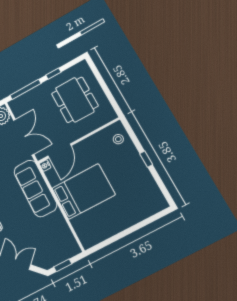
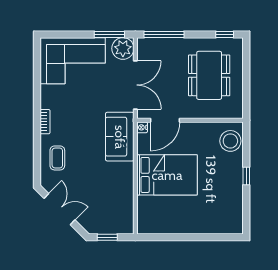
window: (53, 74) -> (225, 34), moved
stool: (118, 139) -> (230, 141), width x1.89, depth x1.89
sofa: (35, 188) -> (120, 137), width x0.73

